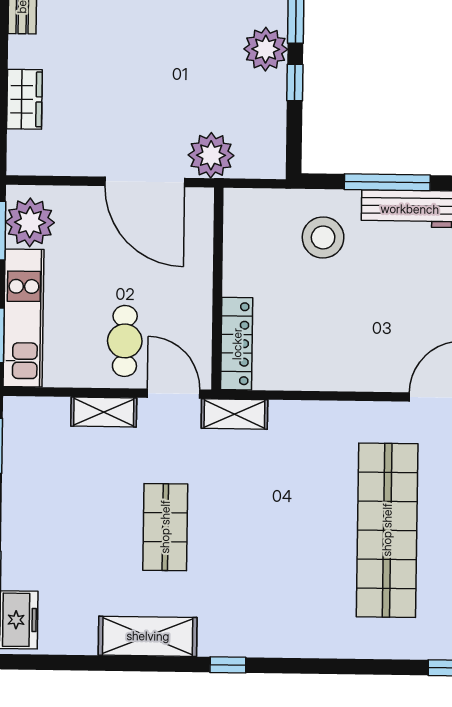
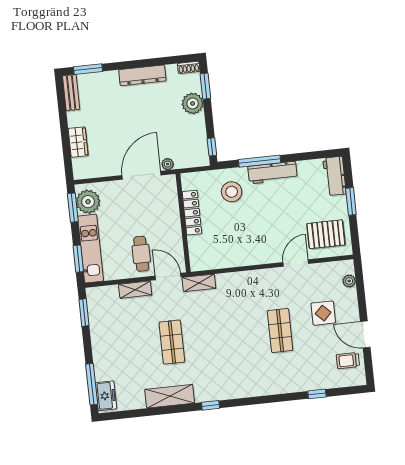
window: (295, 82) -> (212, 147), moved
plant: (211, 155) -> (168, 164), width x0.53, depth x0.53
door: (145, 182) -> (142, 175), swing flipped
locker: (237, 344) -> (192, 213), moved
shop shelf: (387, 530) -> (280, 330), width x0.50, depth x0.74

